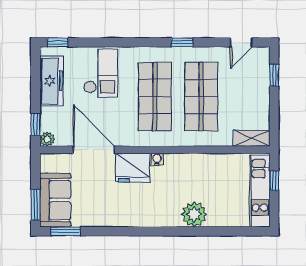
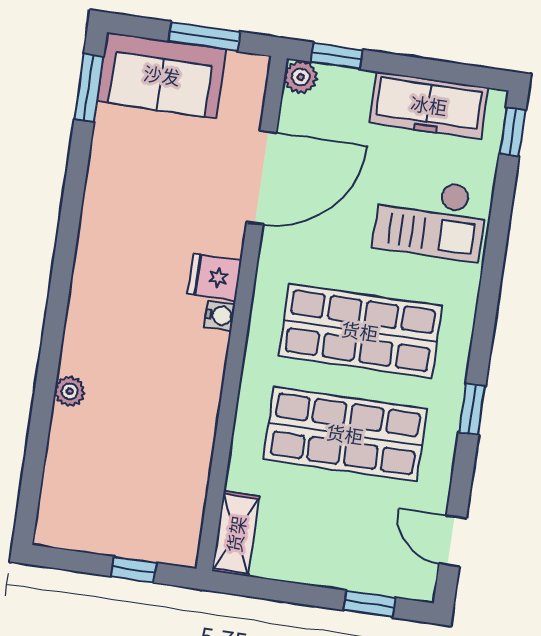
fridge: (133, 168) -> (215, 277), width x0.53, depth x0.75
kitchen unit: (260, 191) -> (116, 534), removed
window: (36, 205) -> (204, 36), moved
plant: (194, 214) -> (70, 391), width x0.53, depth x0.53

